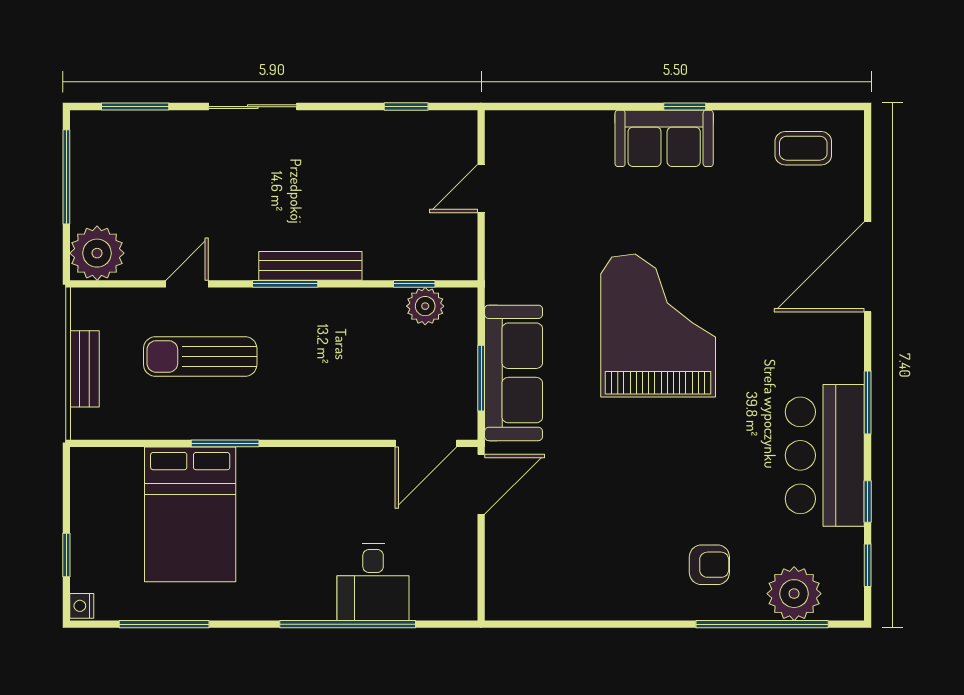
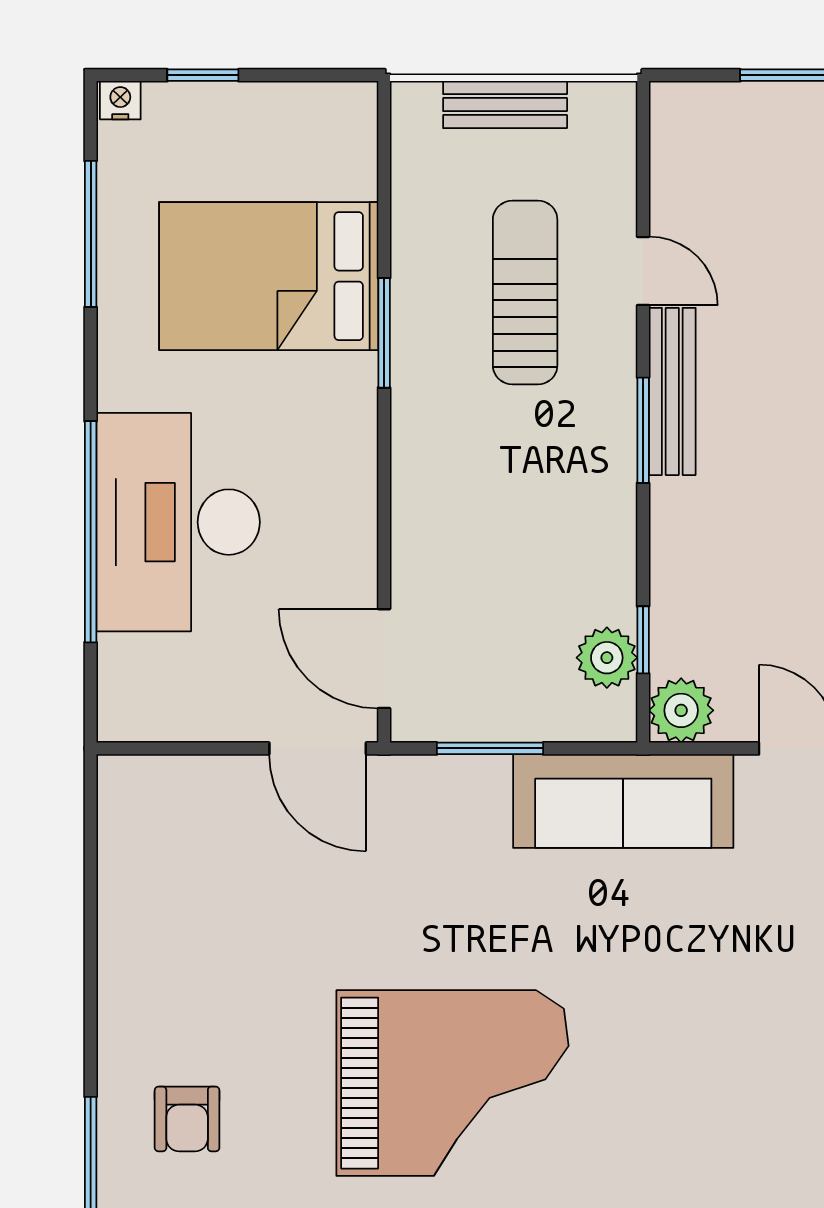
plant: (97, 253) -> (681, 710), moved, width x0.73, depth x0.73
bench: (310, 266) -> (672, 391), moved
grand piano: (658, 325) -> (452, 1083), moved
sofa: (514, 373) -> (623, 801), moved
desk: (373, 582) -> (178, 522), width x1.87, depth x1.30

